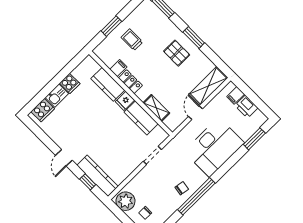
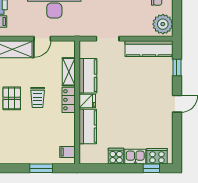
trolley: (132, 40) -> (38, 97), moved
filing cabinet: (118, 68) -> (67, 152), moved
locker: (130, 82) -> (69, 100), moved
window: (38, 99) -> (151, 168), added
kitchen counter: (98, 176) -> (149, 49), moved, turned -90

